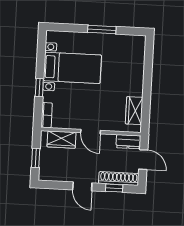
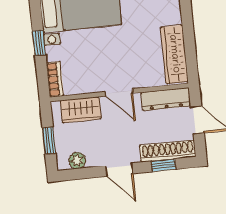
wardrobe: (134, 111) -> (174, 54), width x1.50
dresser: (128, 142) -> (166, 99), width x1.44
plant: (54, 175) -> (77, 161), added

